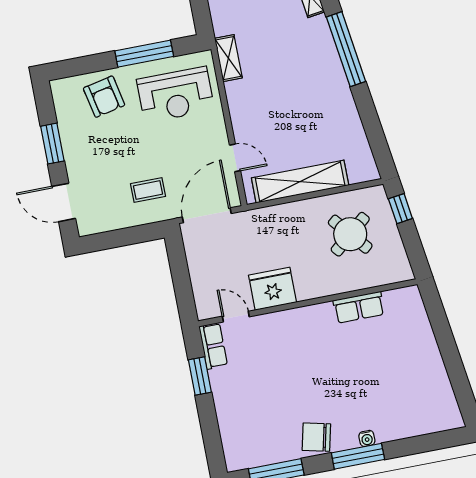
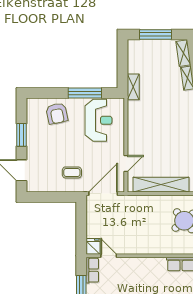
shelving: (228, 58) -> (133, 87), moved
reception desk: (176, 95) -> (99, 120), turned -90
door: (235, 158) -> (126, 164), hinge flipped
fridge: (273, 289) -> (93, 246), moved, width x0.53, depth x0.75

